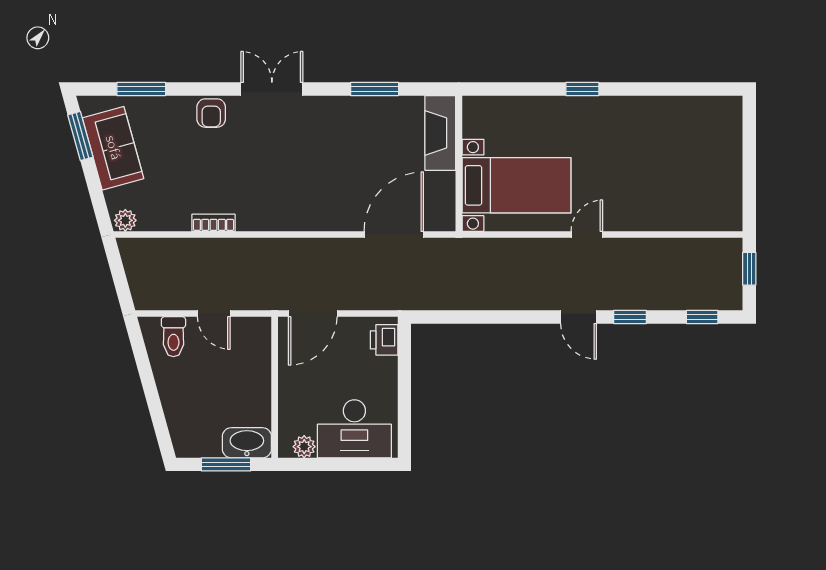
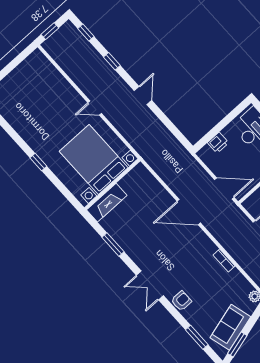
bed with nightstands: (517, 185) -> (94, 160), width x1.36
door: (394, 235) -> (189, 212), moved
door: (579, 317) -> (143, 95), moved
printer: (384, 340) -> (218, 143), moved

